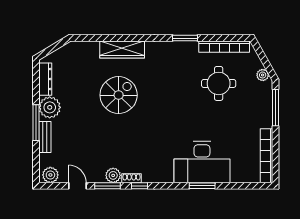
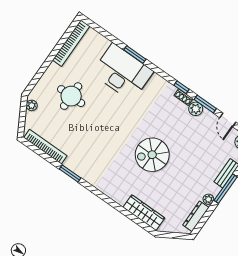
wardrobe: (122, 50) -> (144, 213), moved
round table: (219, 83) -> (71, 96), moved
spiral stairs: (119, 95) -> (152, 155), moved
plant: (50, 107) -> (208, 199), width x0.53, depth x0.53
window: (275, 108) -> (39, 74), removed

